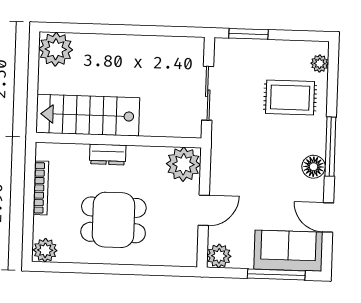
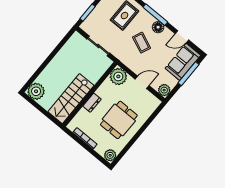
coffee table: (268, 159) -> (142, 43), added
door: (204, 210) -> (142, 82), hinge flipped

